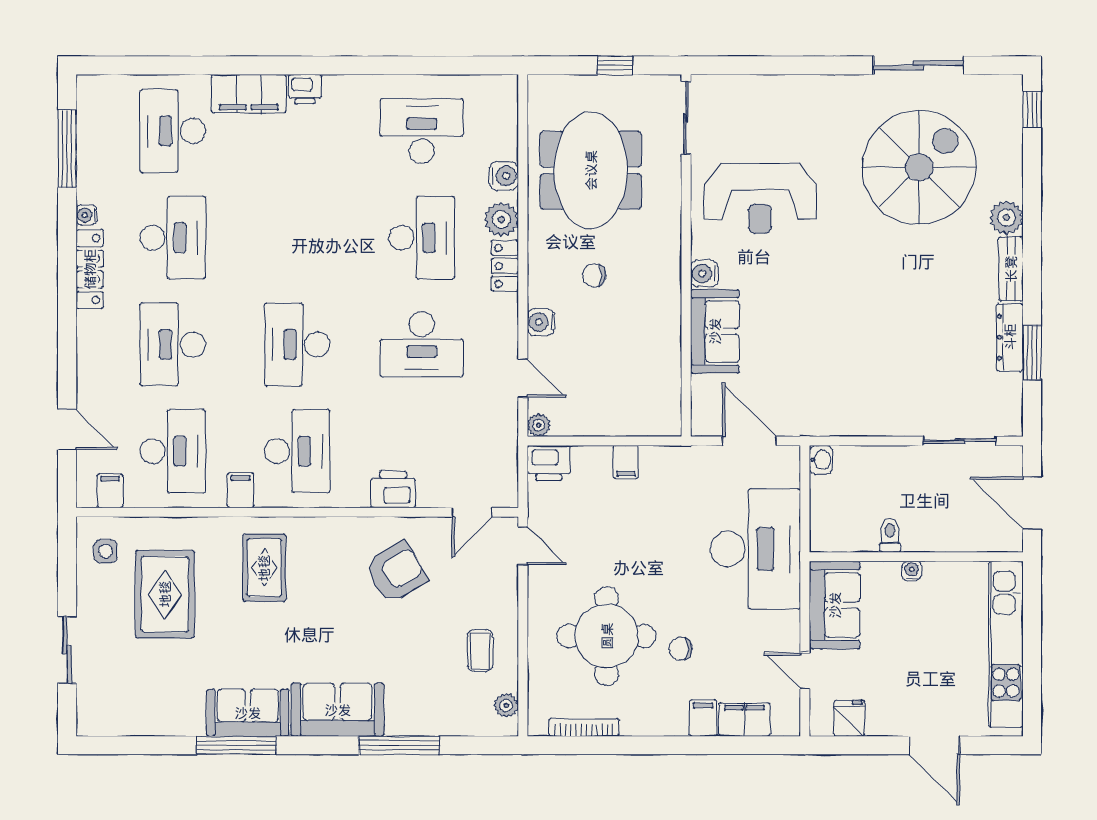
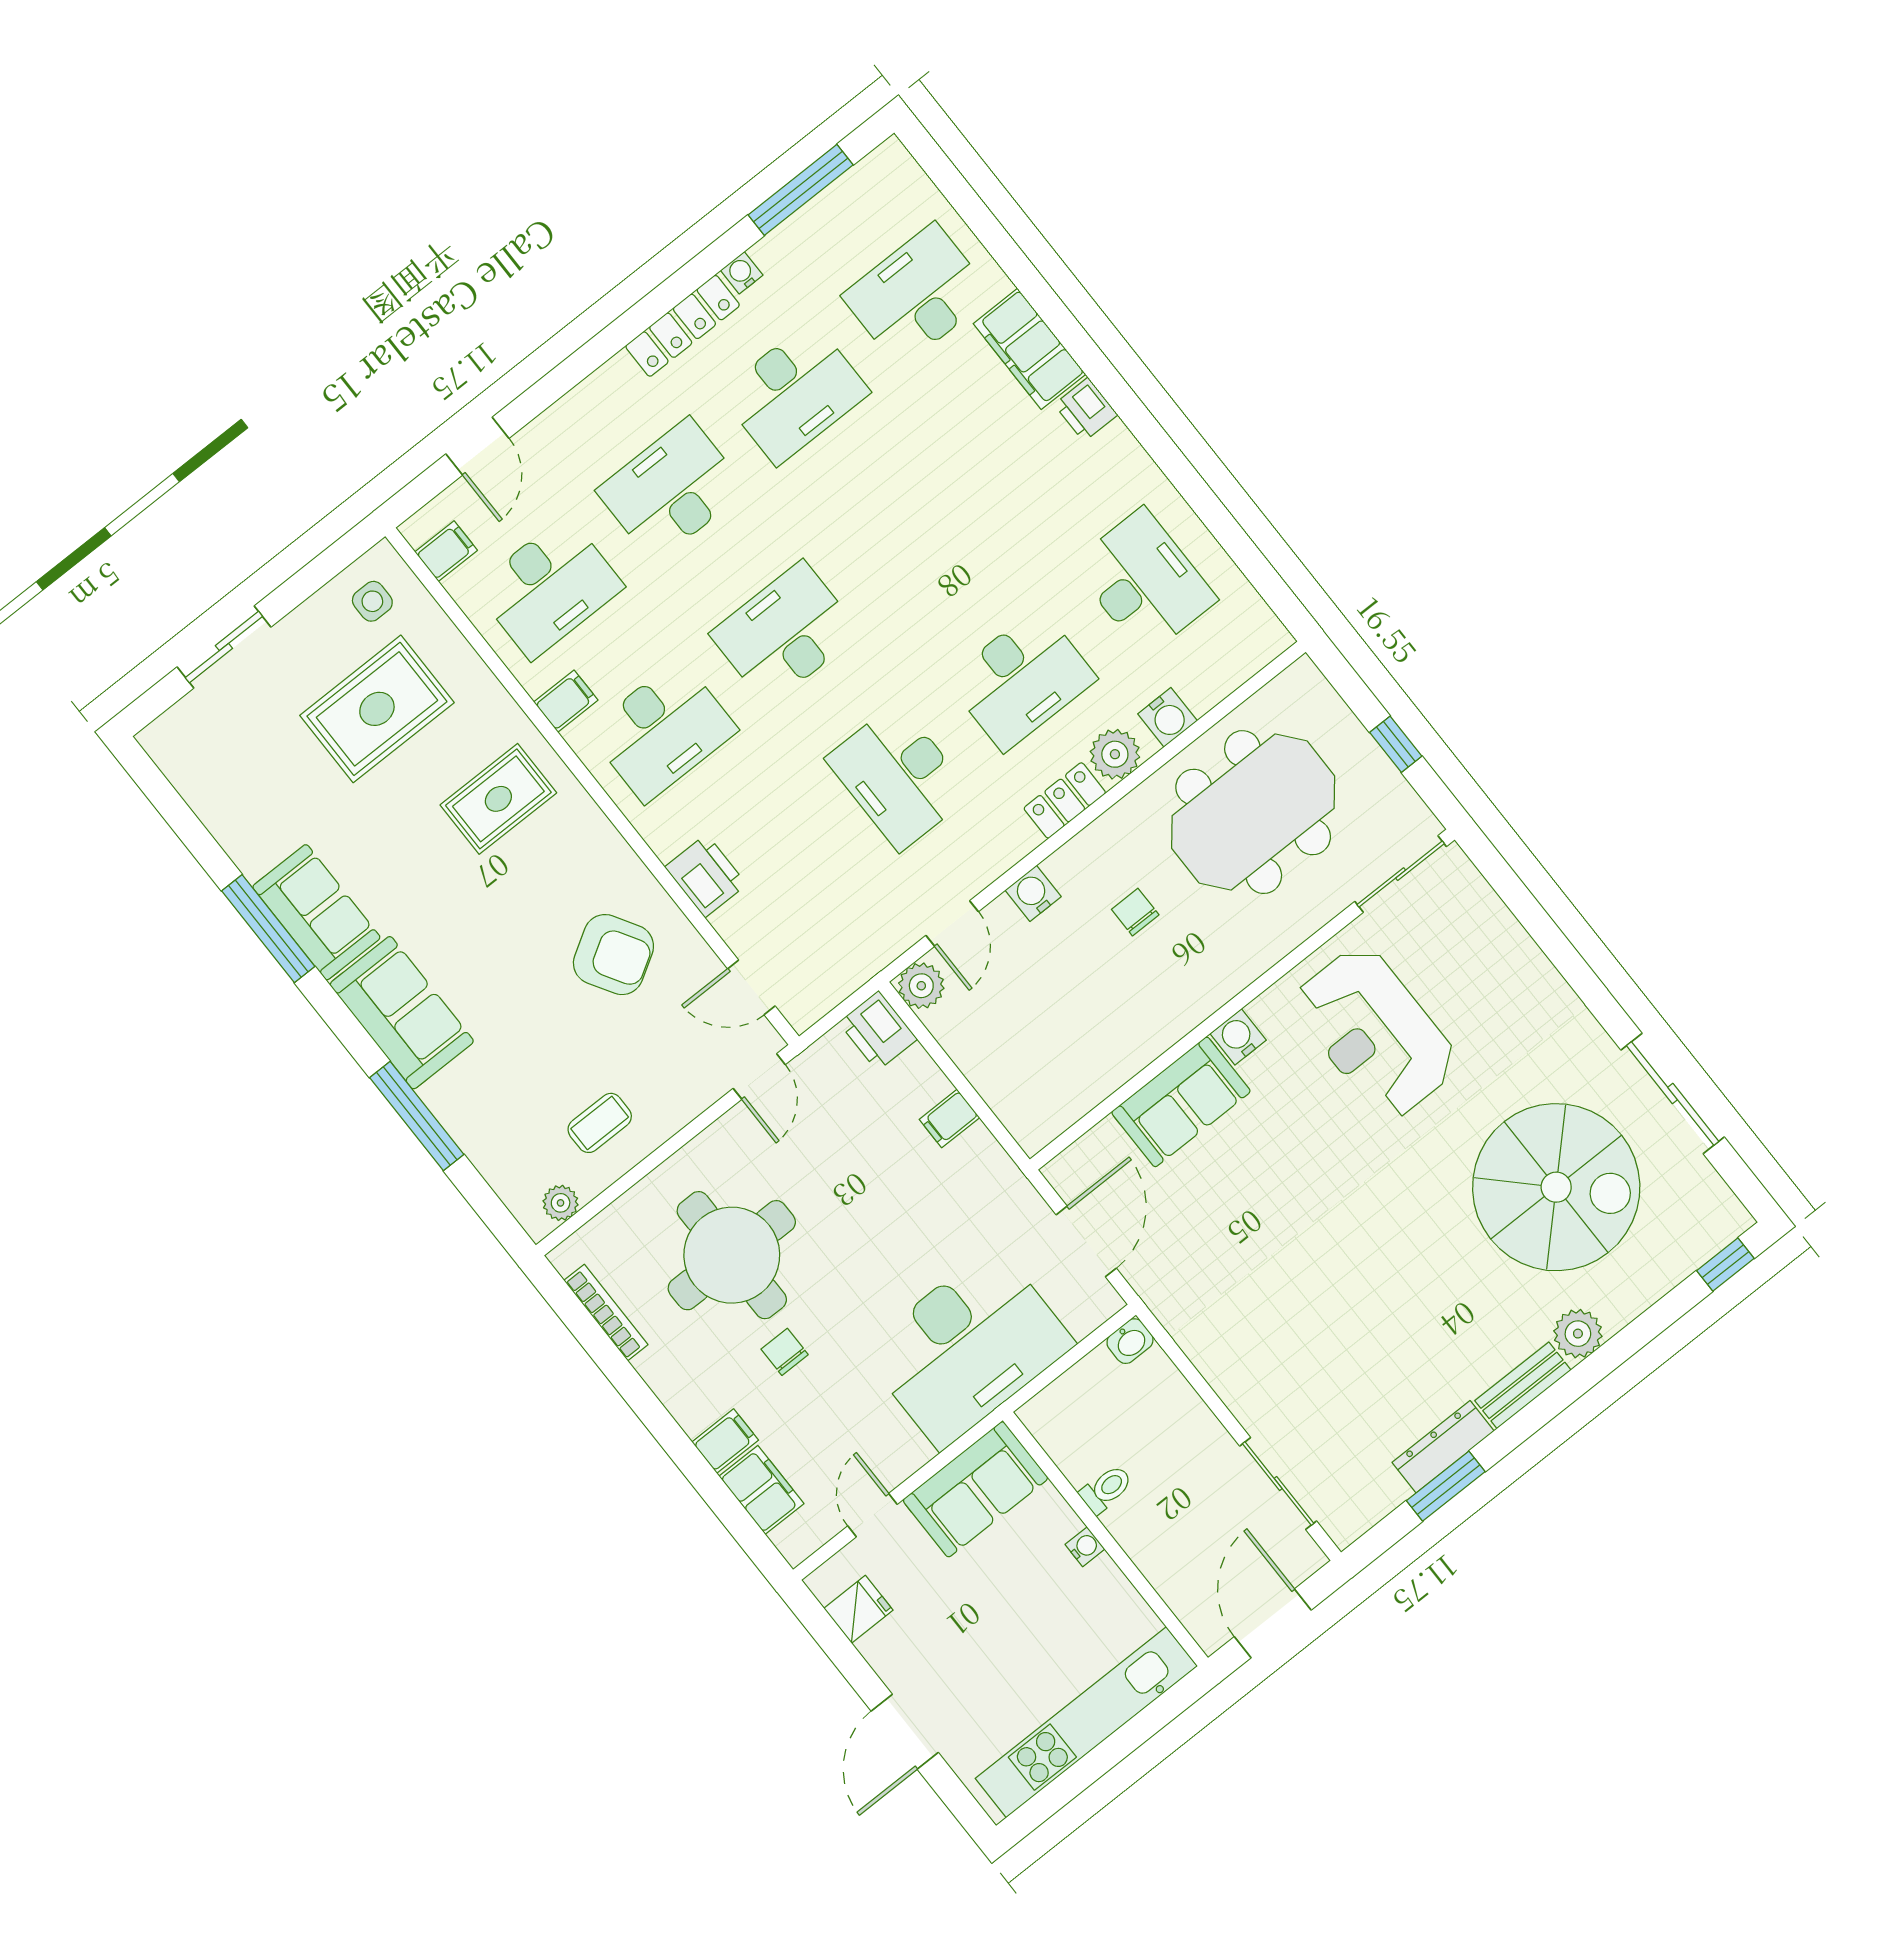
plant: (539, 425) -> (921, 986), width x1.38, depth x1.38

